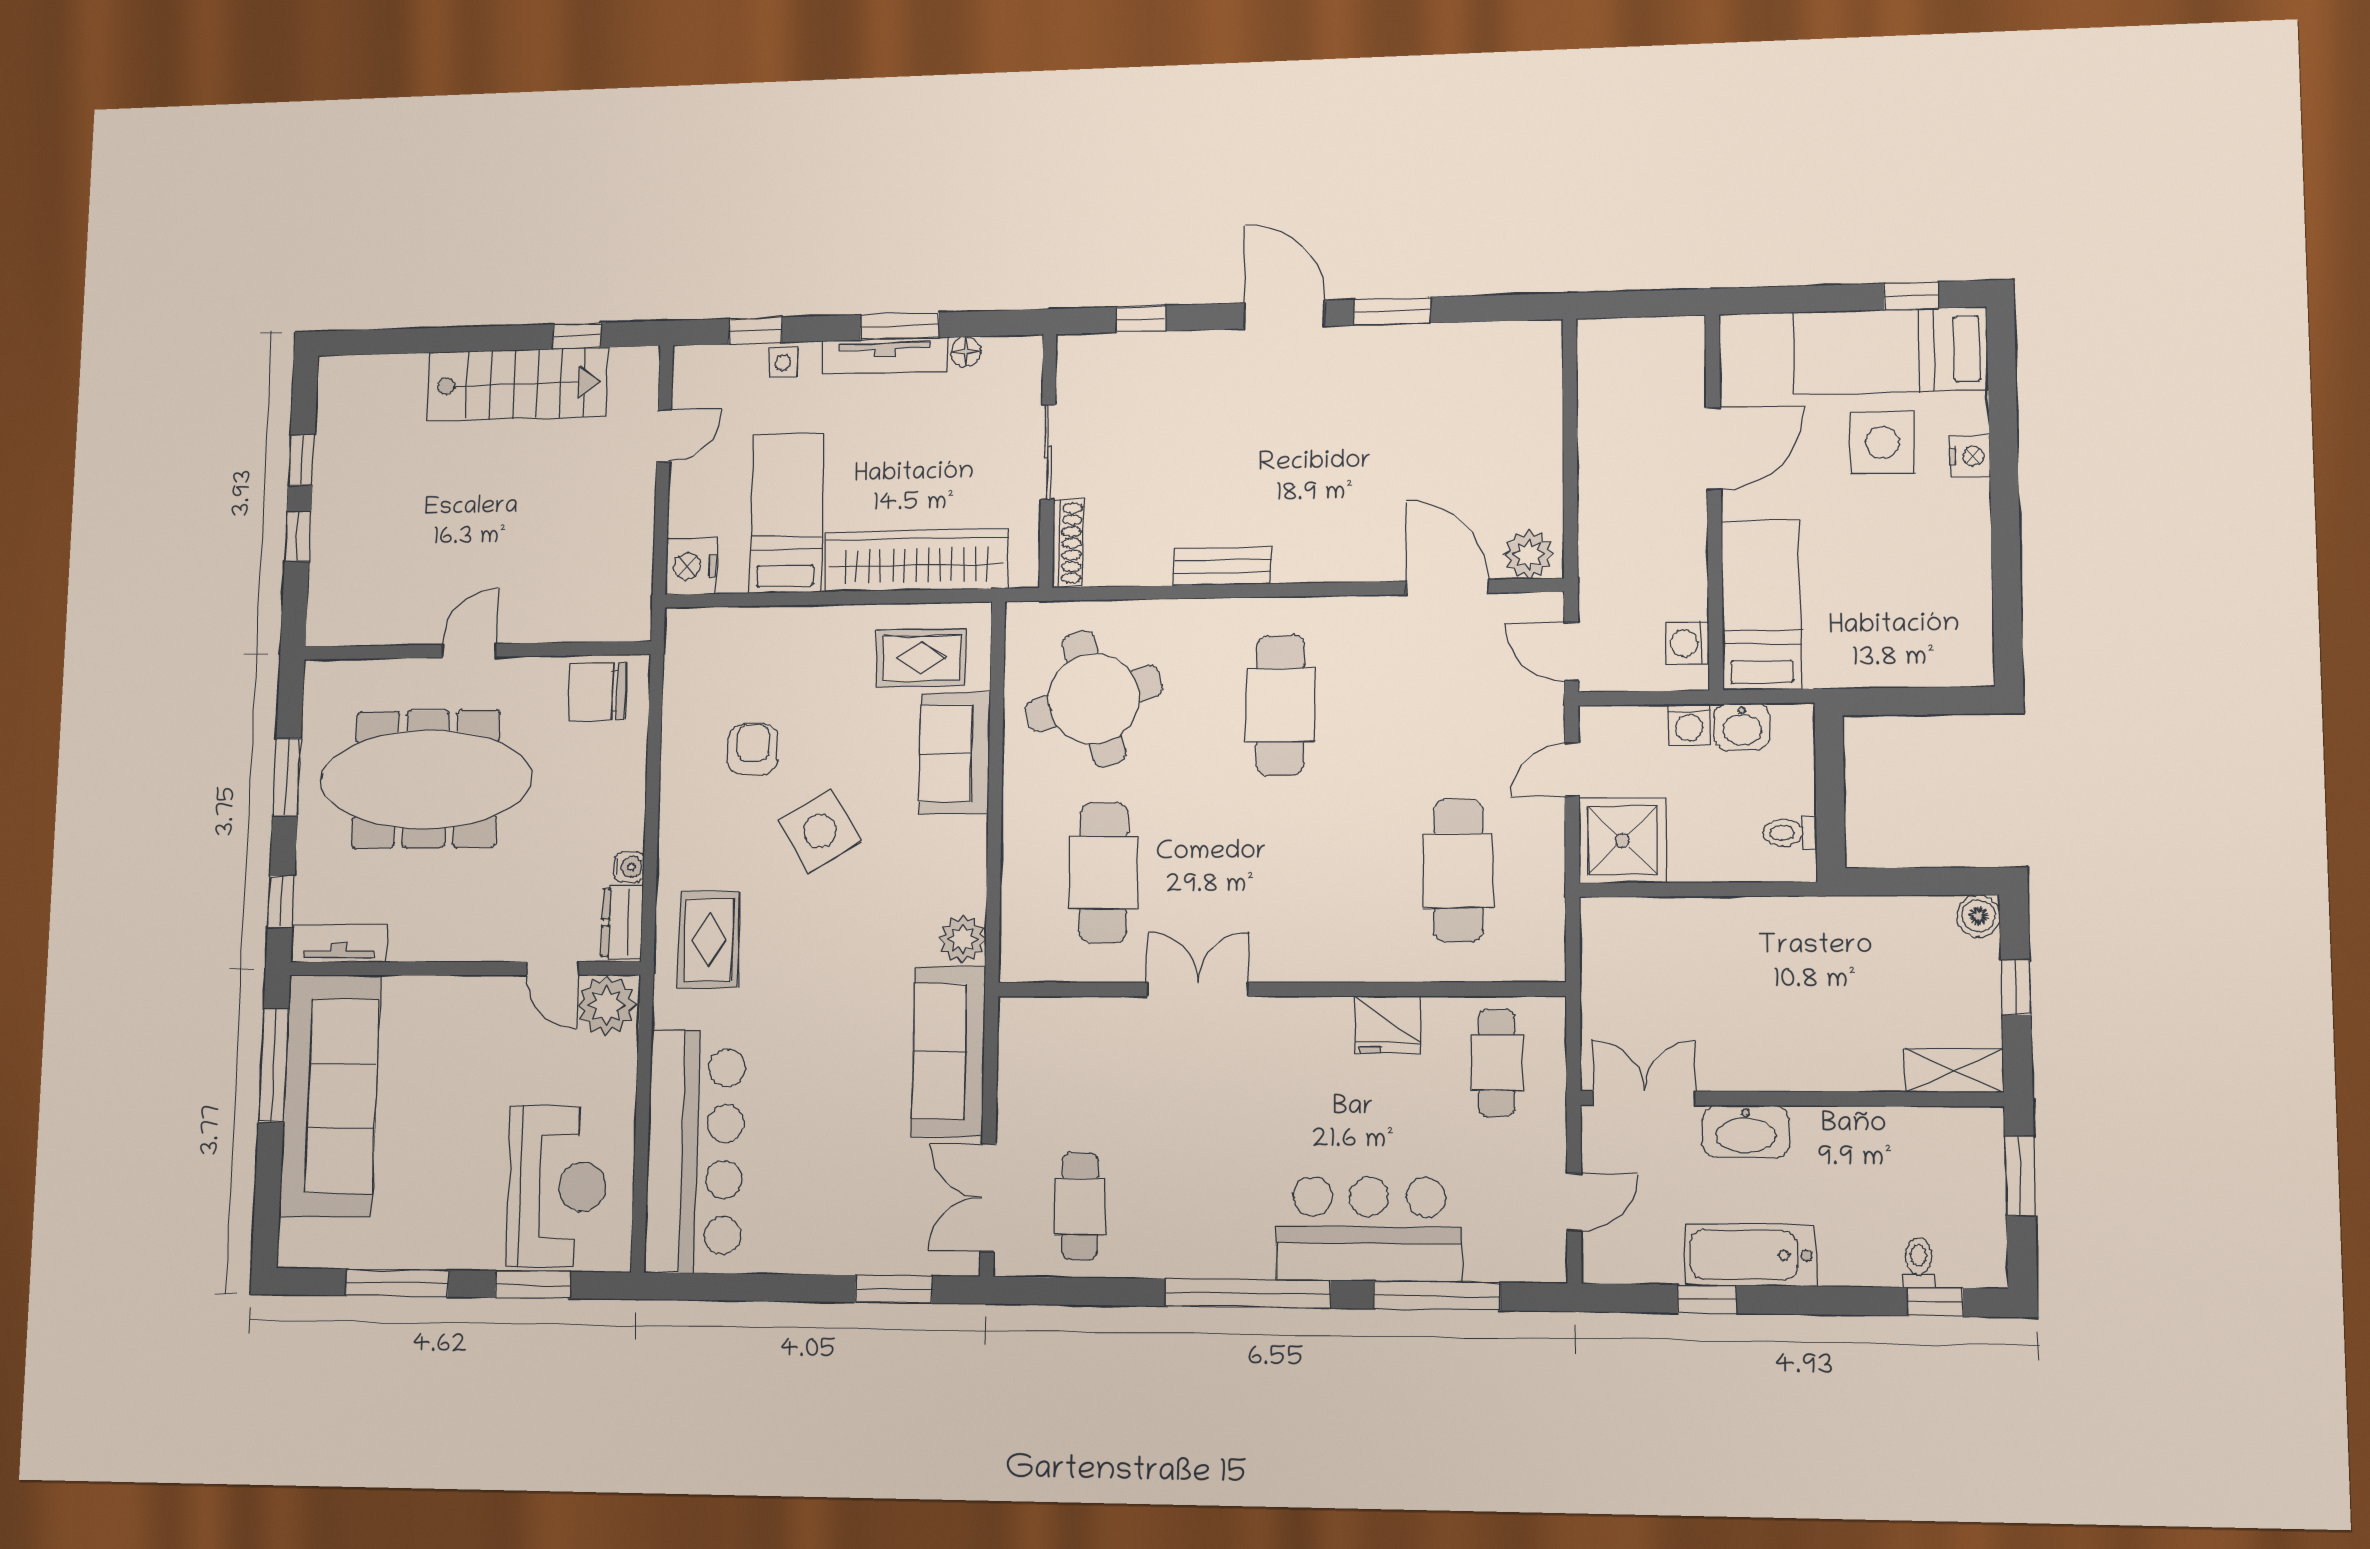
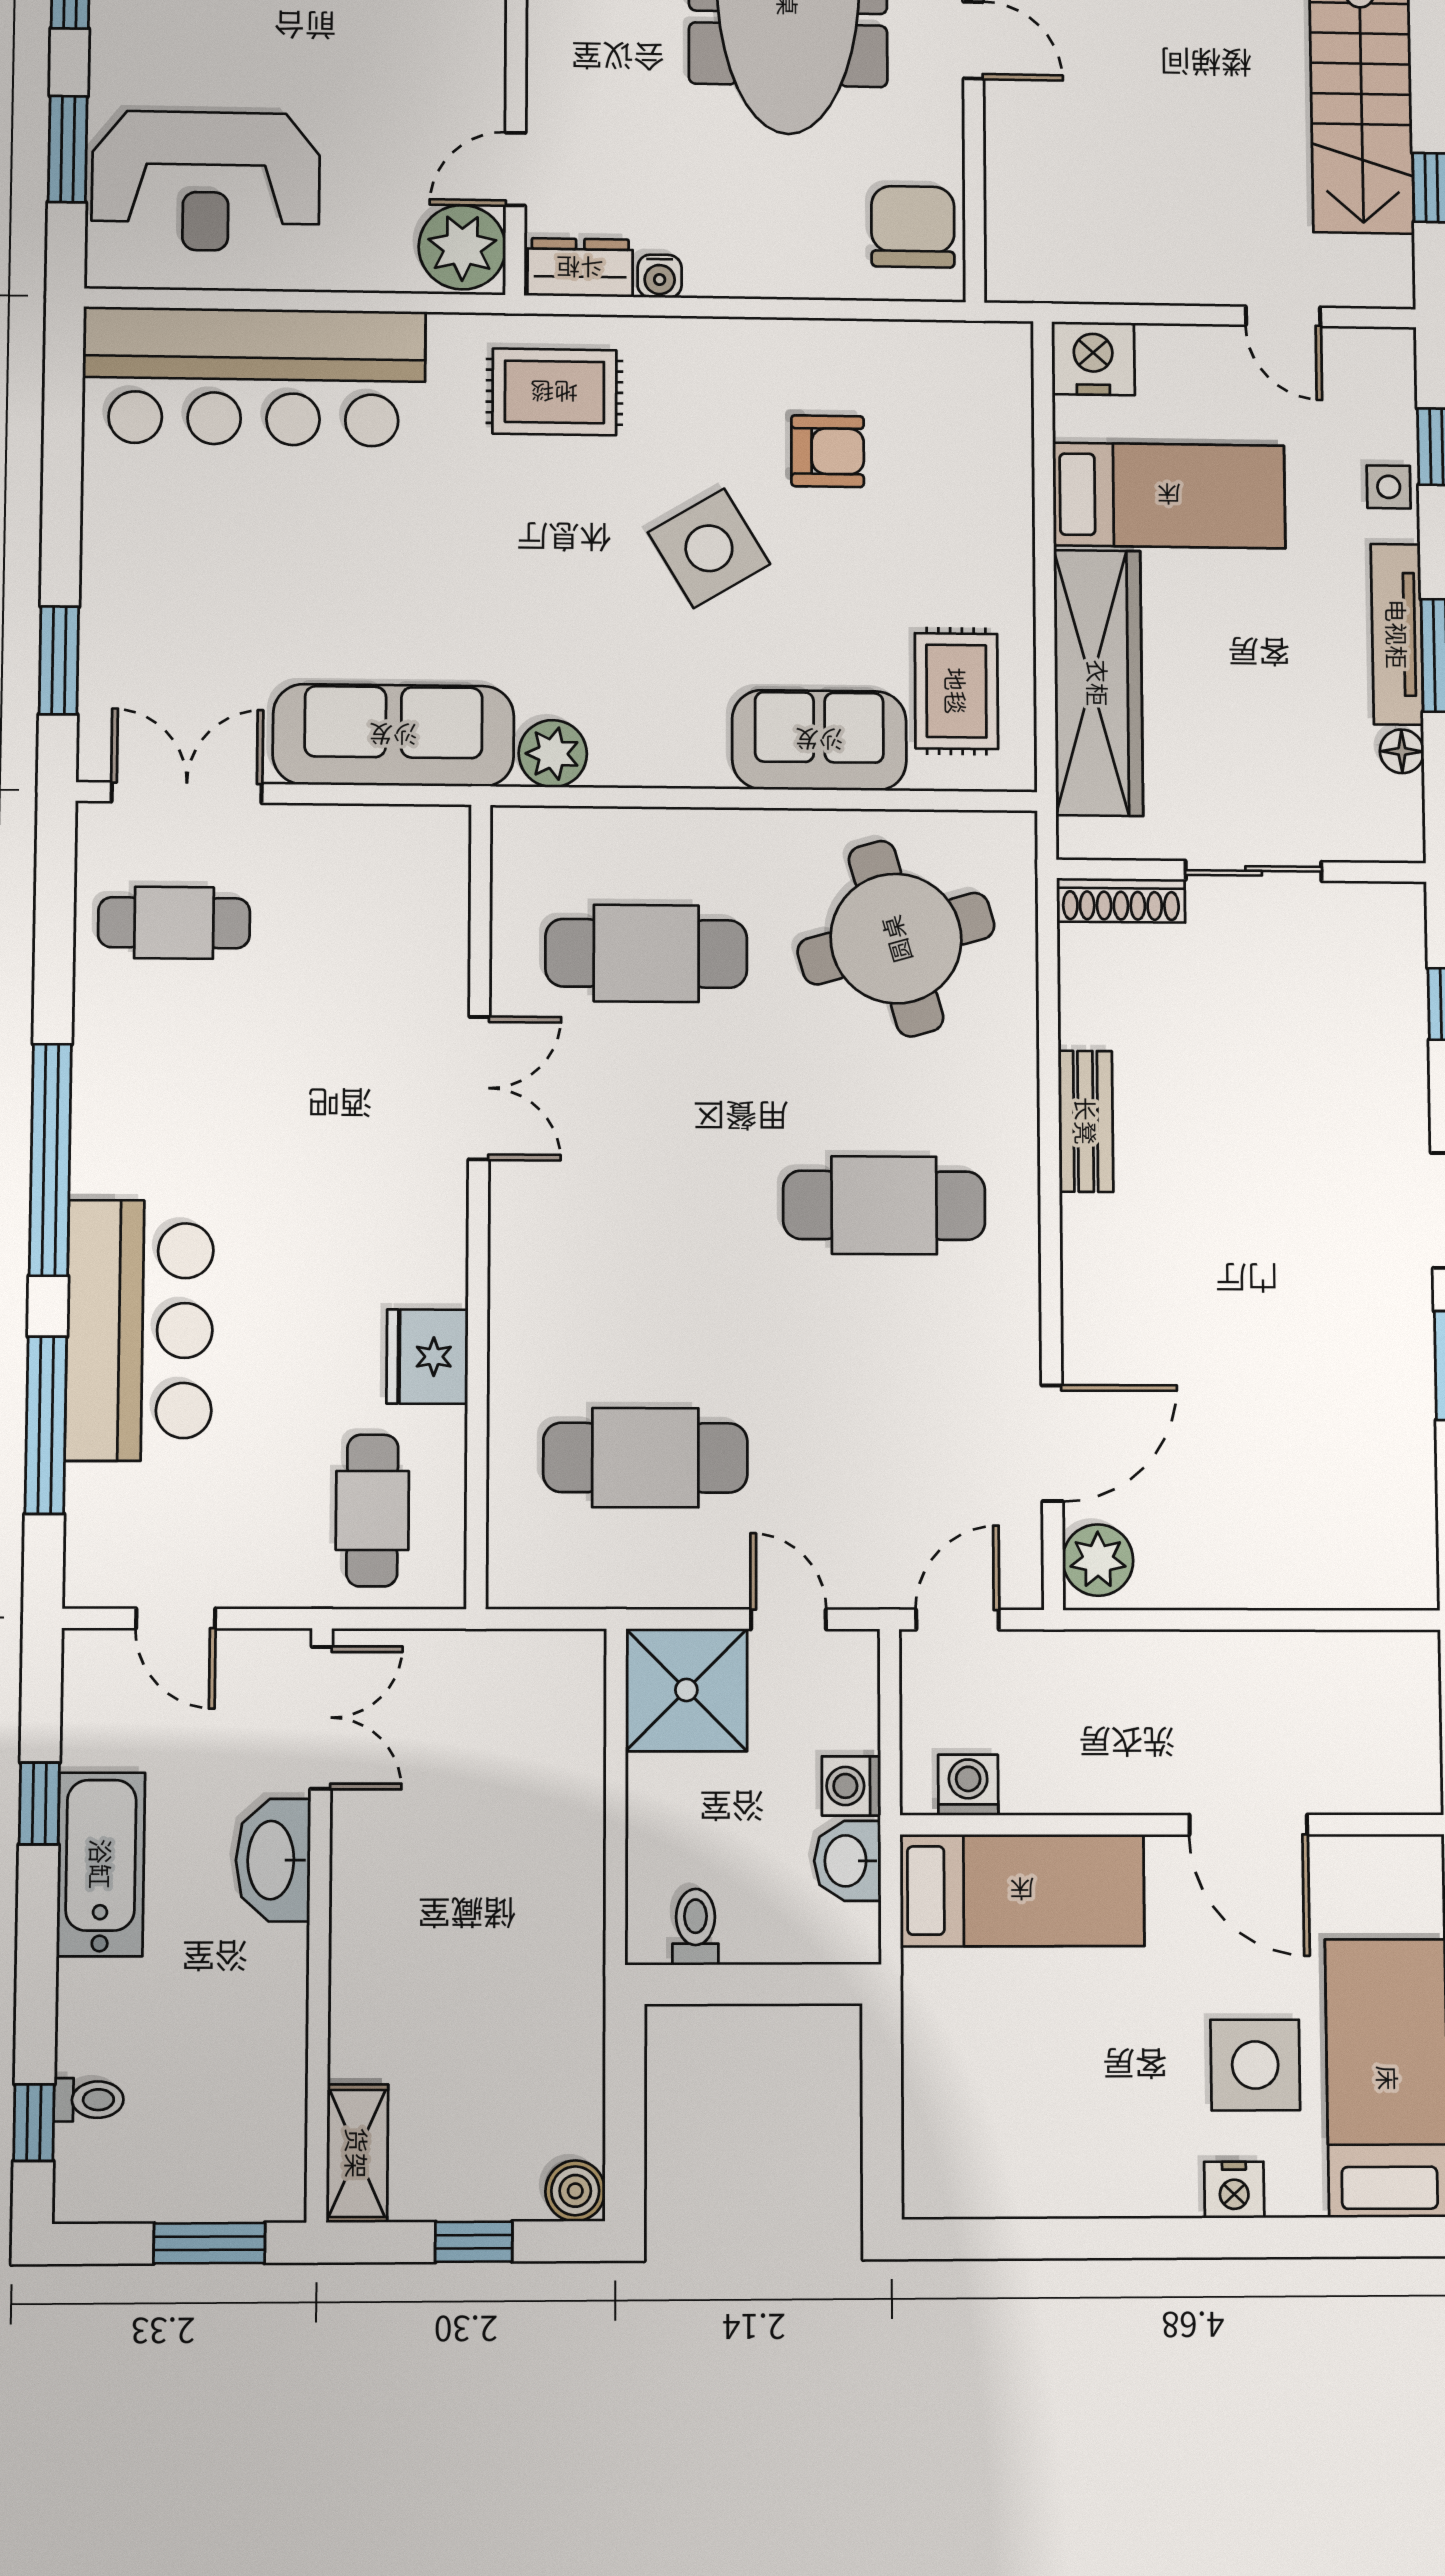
cafe table: (1497, 1063) -> (372, 1510), turned 90

